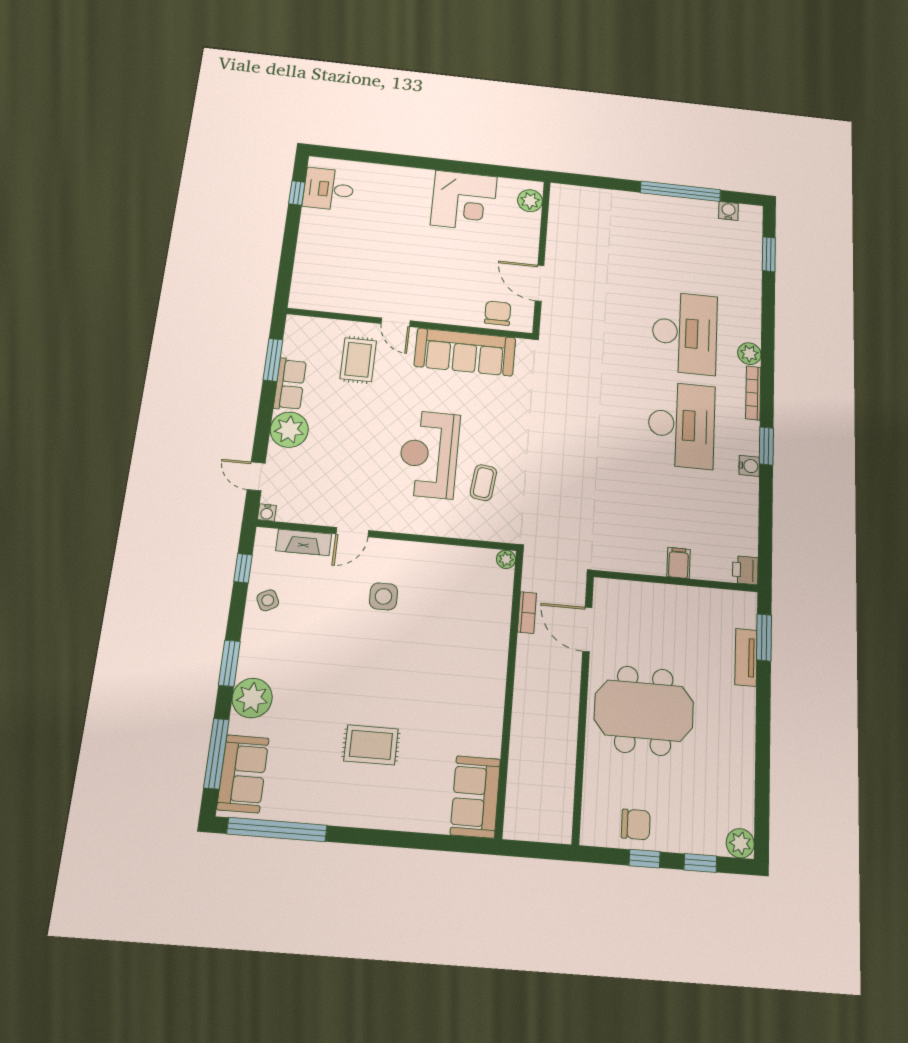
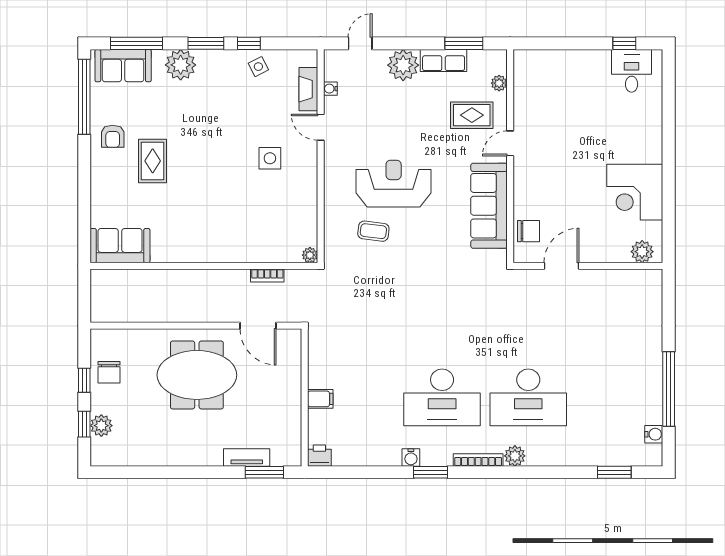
plant: (325, 327) -> (499, 83), added
water cooler: (267, 512) -> (330, 89), moved
window: (243, 568) -> (249, 43), moved
door: (587, 629) -> (258, 326), swing flipped
meeting table: (644, 711) -> (197, 375), turned 90
armchair: (333, 795) -> (113, 136), added
plant: (740, 843) -> (101, 426), moved

